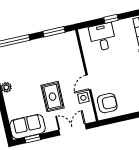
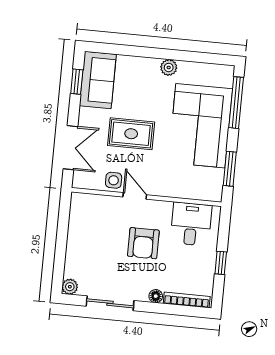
desk: (102, 37) -> (191, 224), moved, turned -90
corner sofa: (34, 57) -> (200, 126), added
armchair: (107, 103) -> (143, 243), moved

